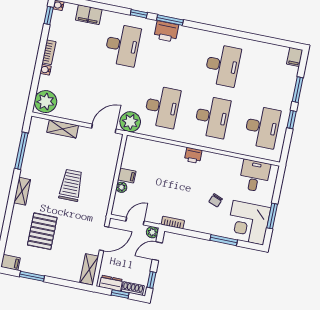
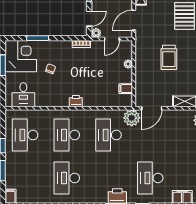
filing cabinet: (127, 176) -> (126, 89), moved

